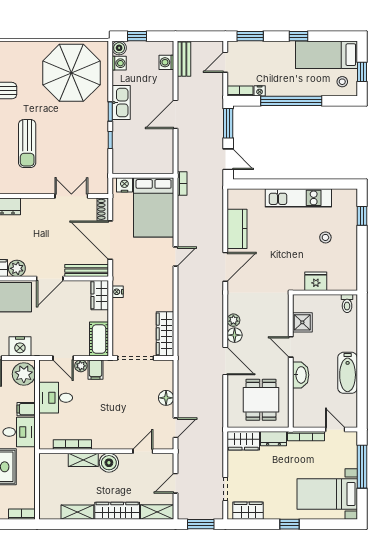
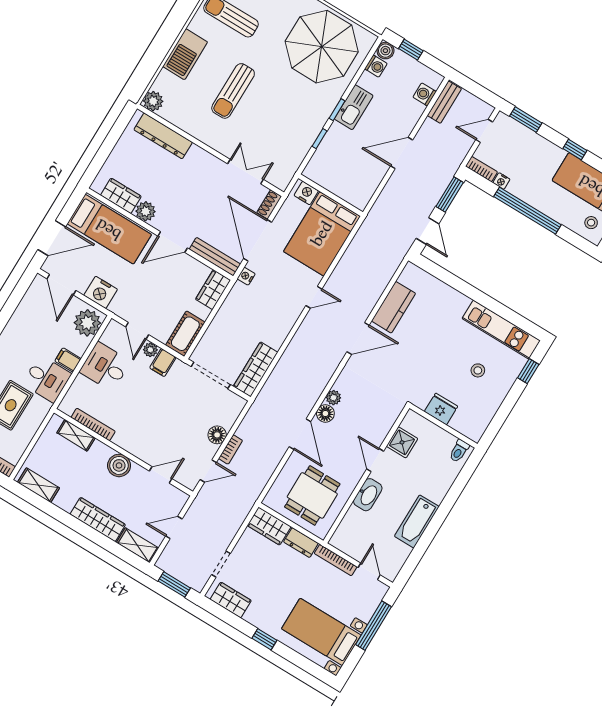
bookcase: (182, 184) -> (231, 450), moved
kitchen unit: (298, 198) -> (501, 330), moved
nightstand: (118, 292) -> (246, 276), moved
shelving: (83, 460) -> (76, 435), moved
shelving: (77, 512) -> (38, 485), moved

